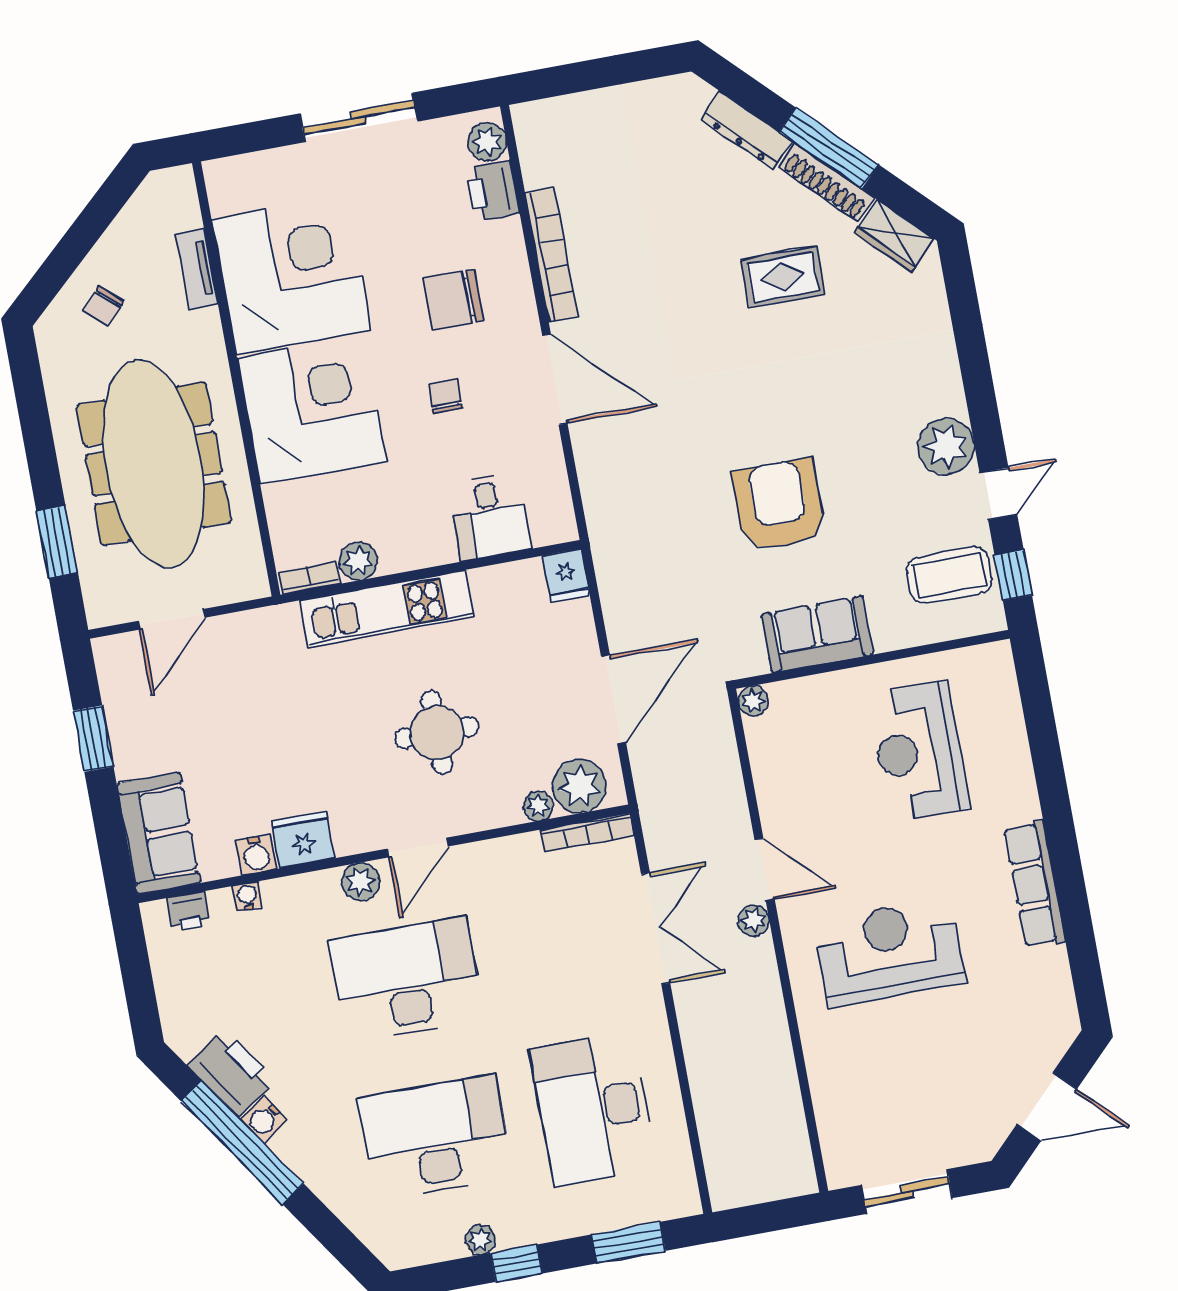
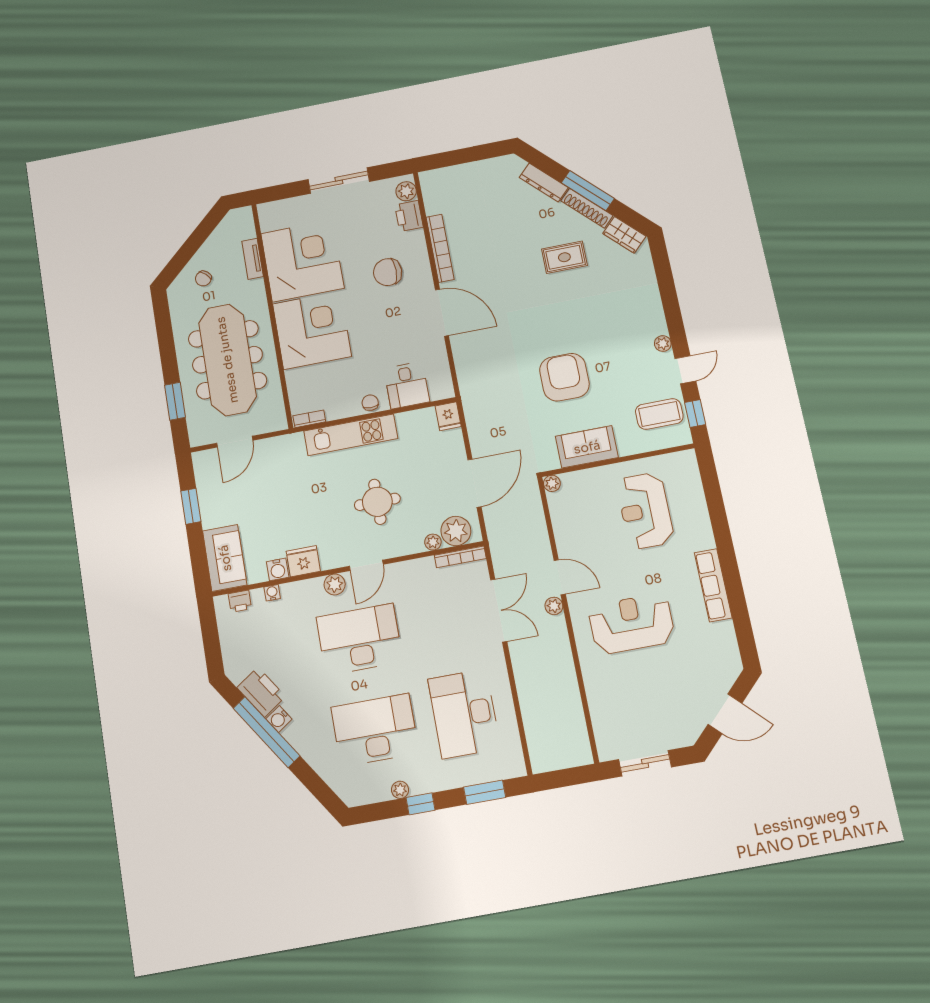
chair: (446, 397) -> (370, 403), moved
plant: (946, 447) -> (663, 344), width x0.53, depth x0.53
plant: (358, 561) -> (336, 410), removed

